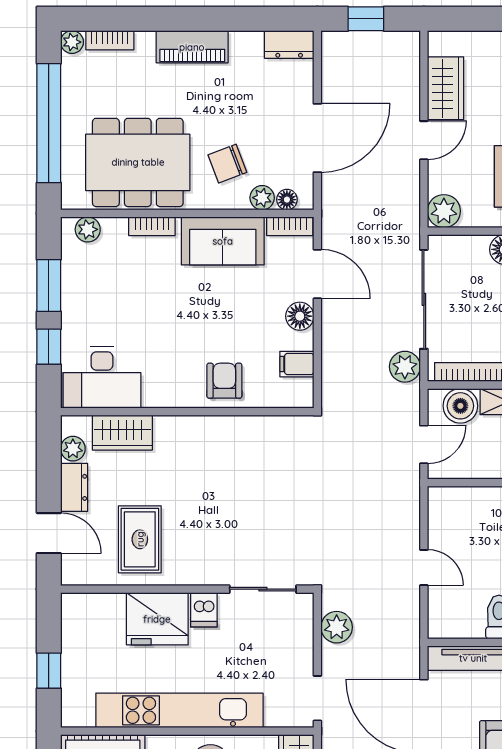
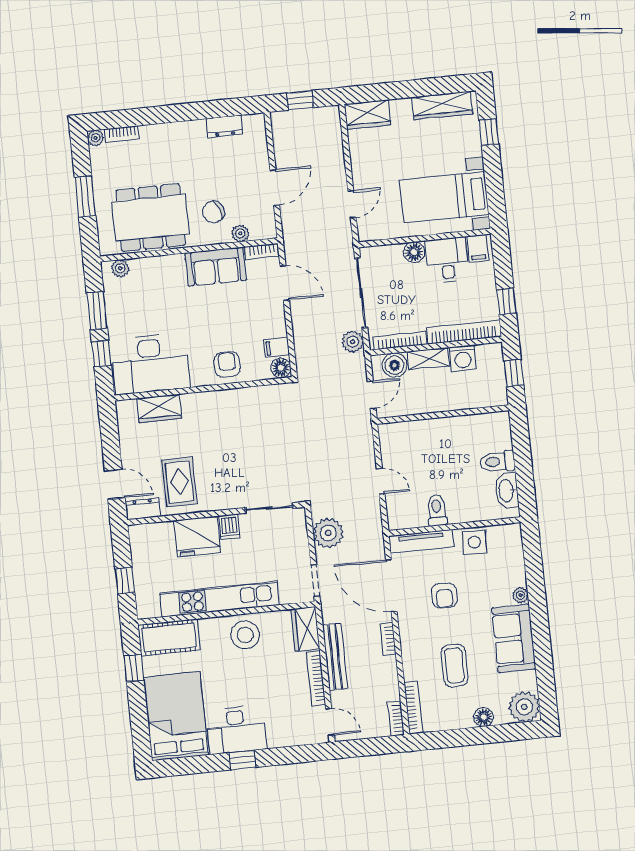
dresser: (289, 44) -> (224, 126), moved
piano: (192, 47) -> (180, 133), removed
wardrobe: (446, 88) -> (367, 115), moved, turned 90
window: (49, 123) -> (85, 197), width x0.47
door: (317, 138) -> (275, 188), width x0.73
door: (424, 140) -> (352, 204), moved
floor lamp: (287, 200) -> (258, 233), removed
plant: (444, 211) -> (369, 230), removed
bookcase: (152, 226) -> (165, 261), removed
floor lamp: (300, 316) -> (281, 368), moved
desk: (102, 378) -> (150, 364), width x1.36, depth x1.30
plant: (73, 449) -> (126, 423), removed
dresser: (74, 487) -> (143, 509), moved, turned -90
plant: (337, 627) -> (328, 533), width x1.36, depth x1.36

